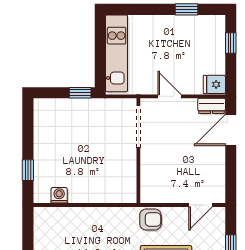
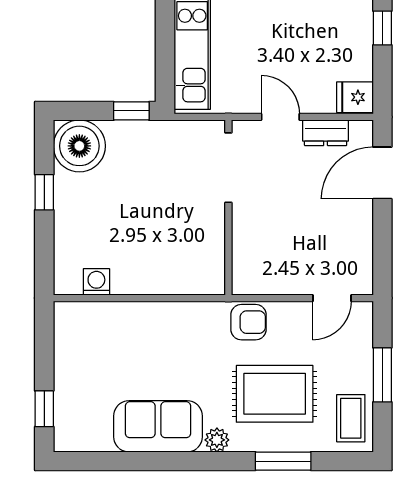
dresser: (212, 106) -> (326, 133), moved
boiler: (49, 114) -> (79, 146), added
window: (28, 170) -> (44, 192), moved

